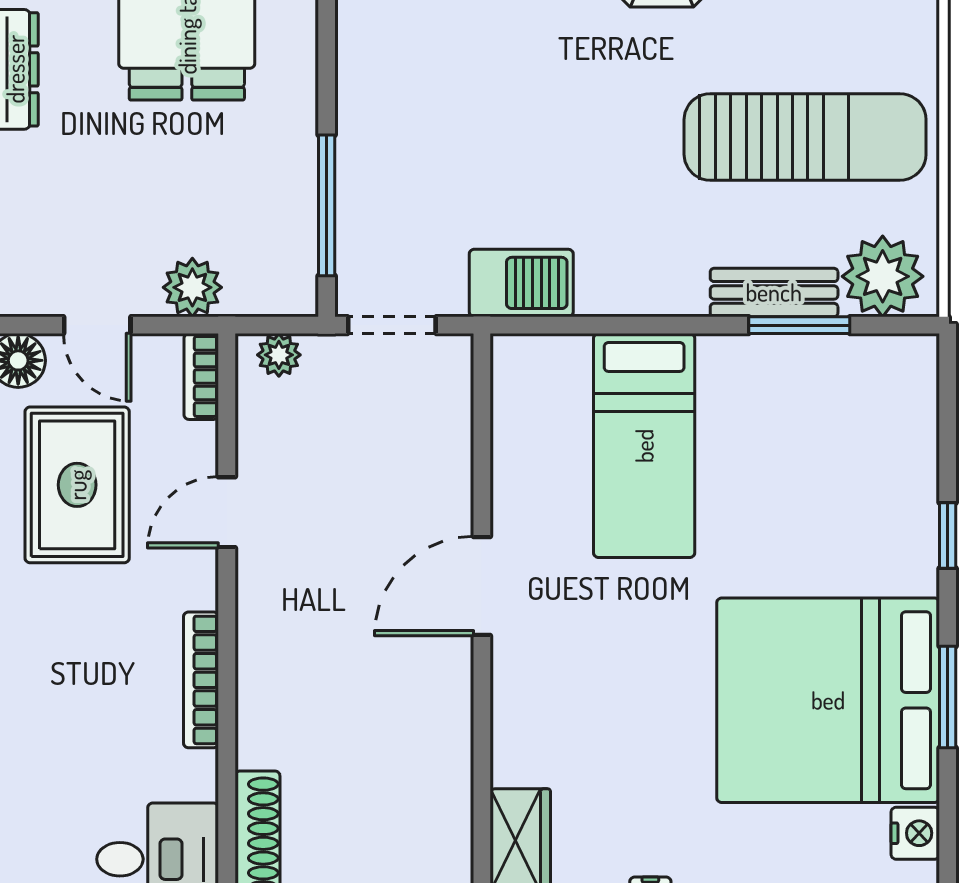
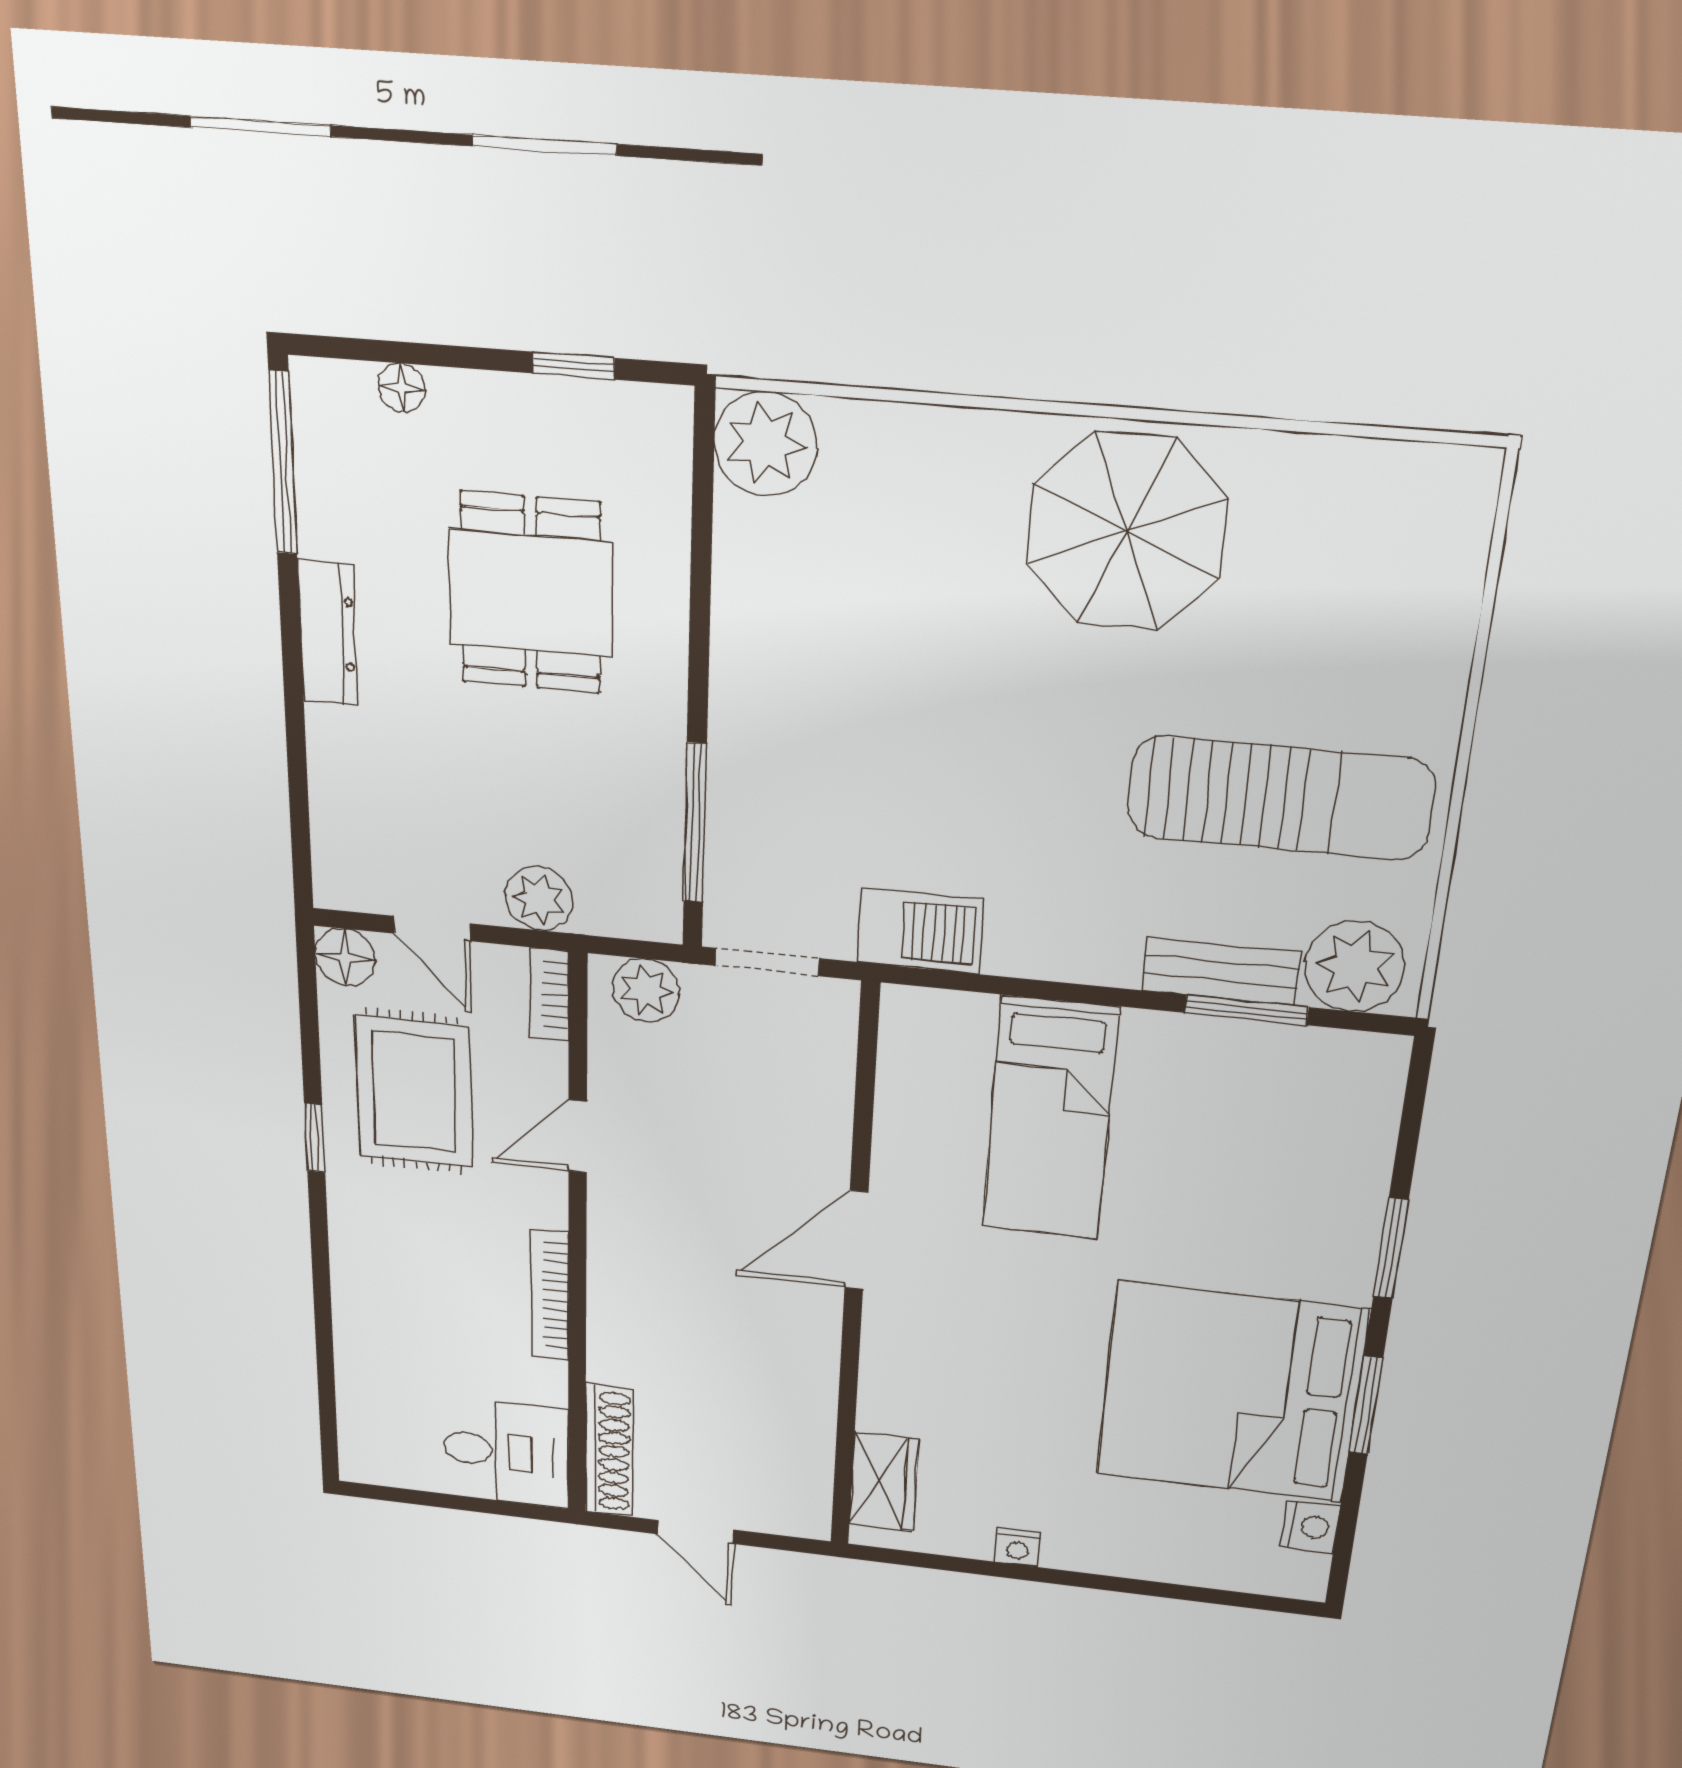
plant: (279, 355) -> (646, 990), width x1.38, depth x1.38
window: (948, 536) -> (1391, 1248), width x1.50

